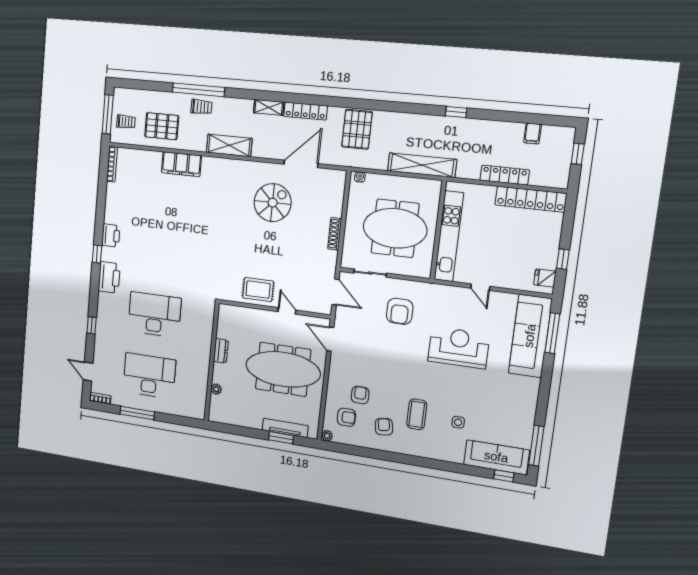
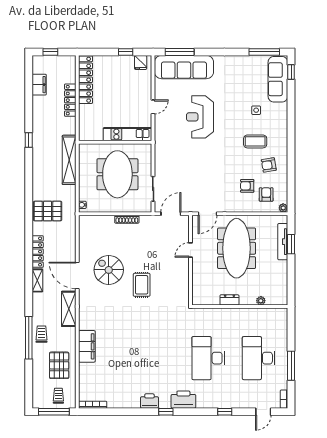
filing cabinet: (533, 134) -> (39, 85), width x2.00
door: (301, 164) -> (77, 275), moved
kitchen unit: (449, 236) -> (128, 134), width x0.73
rug: (258, 290) -> (142, 285), moved
armchair: (400, 311) -> (179, 163), removed

